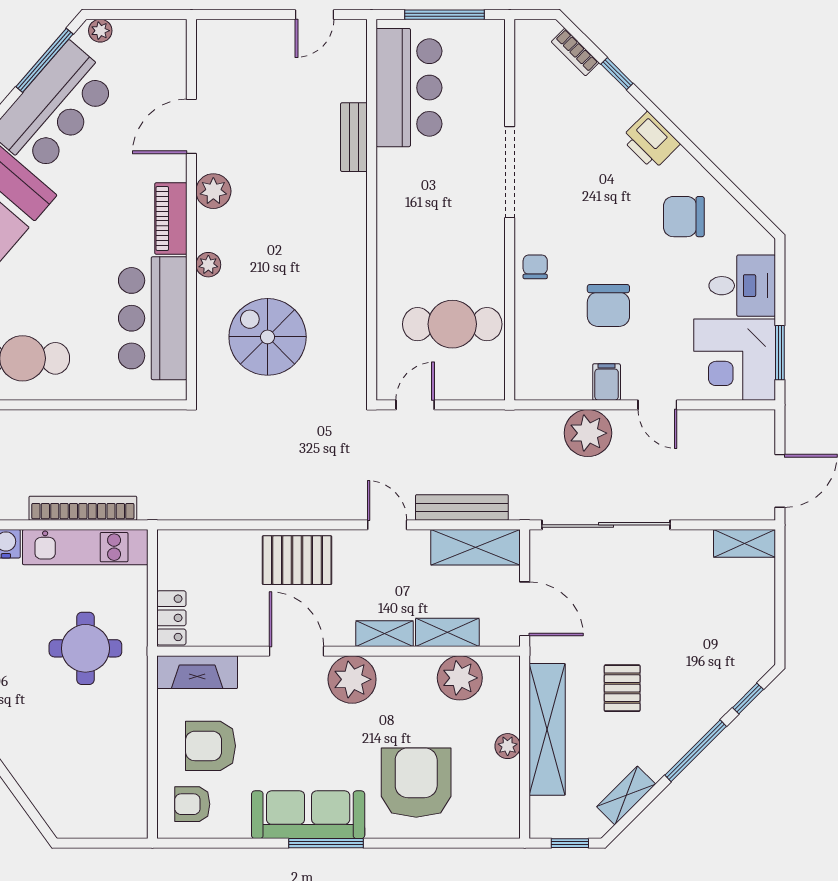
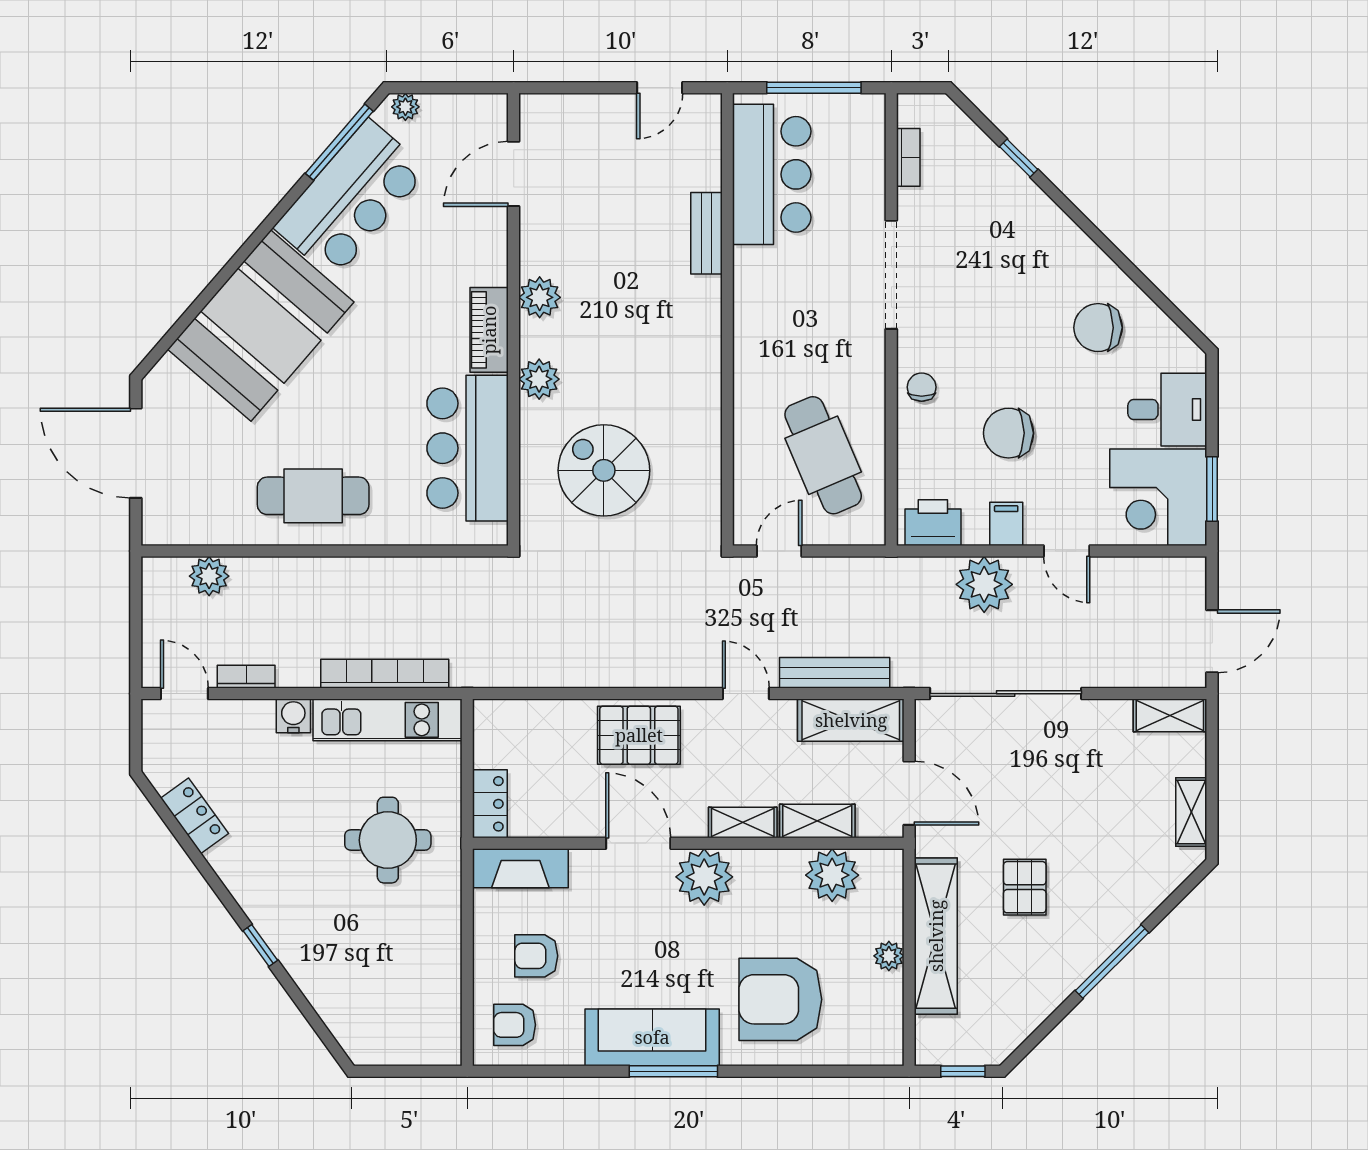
bookcase: (575, 52) -> (908, 157), moved, turned -135
door: (191, 126) -> (514, 174), moved
printer: (650, 141) -> (933, 523), moved, turned 135
plant: (208, 265) -> (539, 379), width x1.38, depth x1.38
chair: (608, 305) -> (1009, 433), turned 90
cafe table: (452, 324) -> (823, 455), turned 67
window: (748, 698) -> (1174, 899), removed
armchair: (211, 746) -> (536, 956), width x0.72, depth x0.72
armchair: (416, 783) -> (780, 999), turned -90
shelving: (626, 795) -> (1191, 812), moved, turned -45

